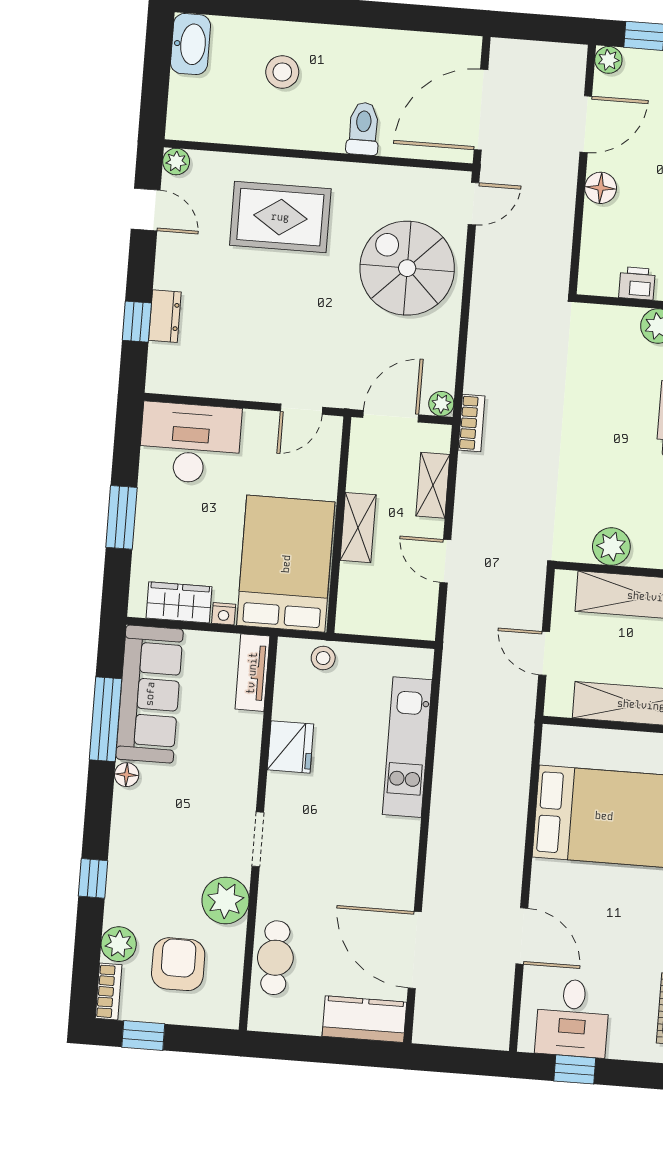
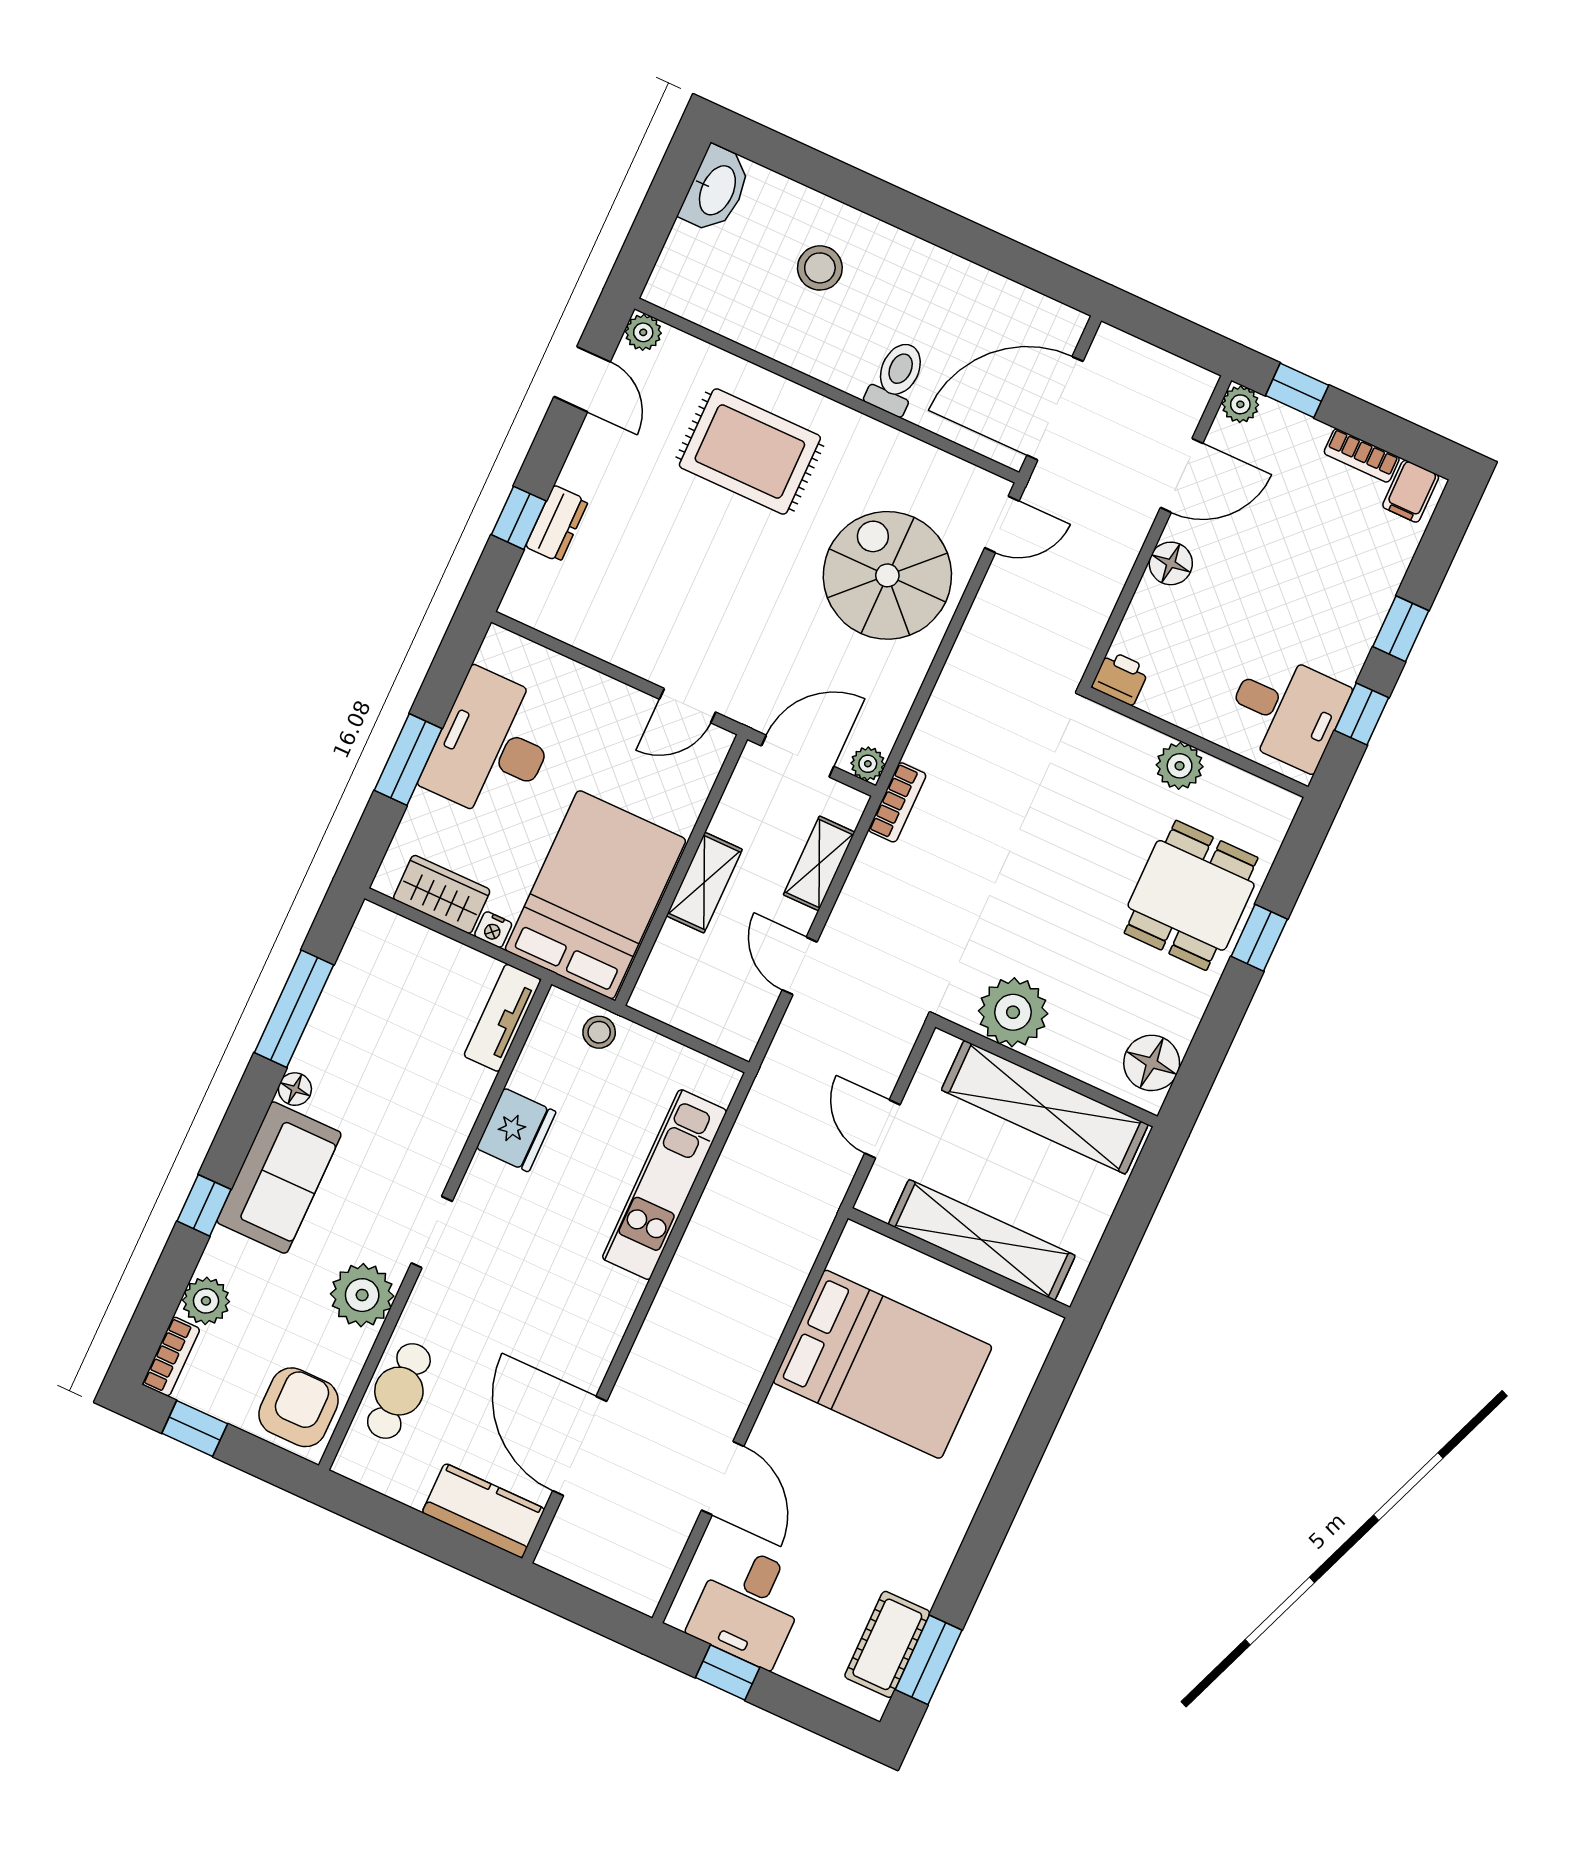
printer: (637, 283) -> (1120, 678), moved
desk: (190, 443) -> (492, 746), moved, turned -90
plant: (611, 547) -> (1013, 1012), width x1.36, depth x1.36
sofa: (150, 694) -> (279, 1178), moved, width x0.73
armchair: (178, 964) -> (298, 1407), moved

